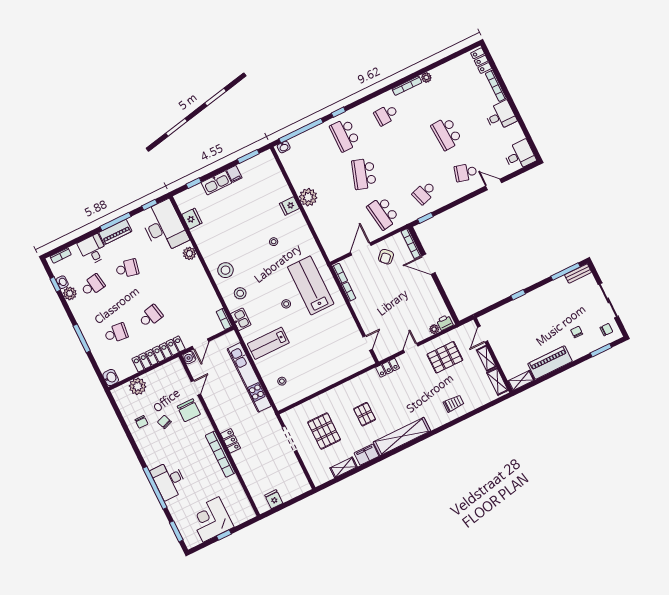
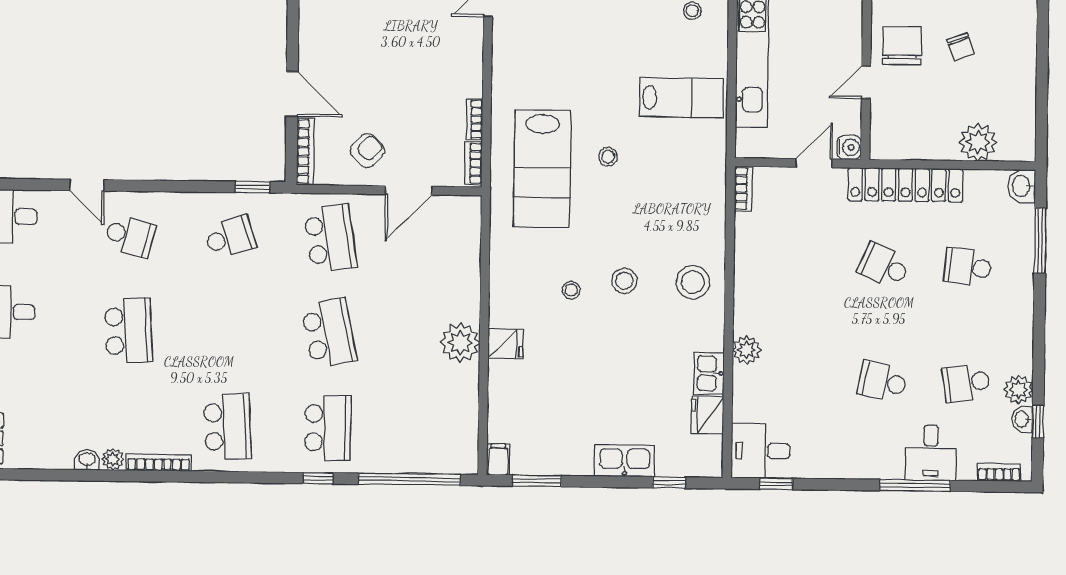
school desk: (386, 115) -> (228, 427), width x1.85
washbasin: (284, 147) -> (87, 460), moved
filing cabinet: (234, 174) -> (498, 459), moved
school desk: (364, 174) -> (329, 333), turned -30
window: (116, 221) -> (915, 485), moved
desk: (164, 227) -> (761, 451), width x0.53, depth x0.77
piano: (115, 232) -> (869, 465), removed
stool: (240, 293) -> (624, 281), moved
school desk: (151, 316) -> (884, 266), turned 36
kitchen sink: (241, 319) -> (709, 373), moved
window: (82, 338) -> (1040, 241), moved
chair: (141, 422) -> (1005, 69), removed

